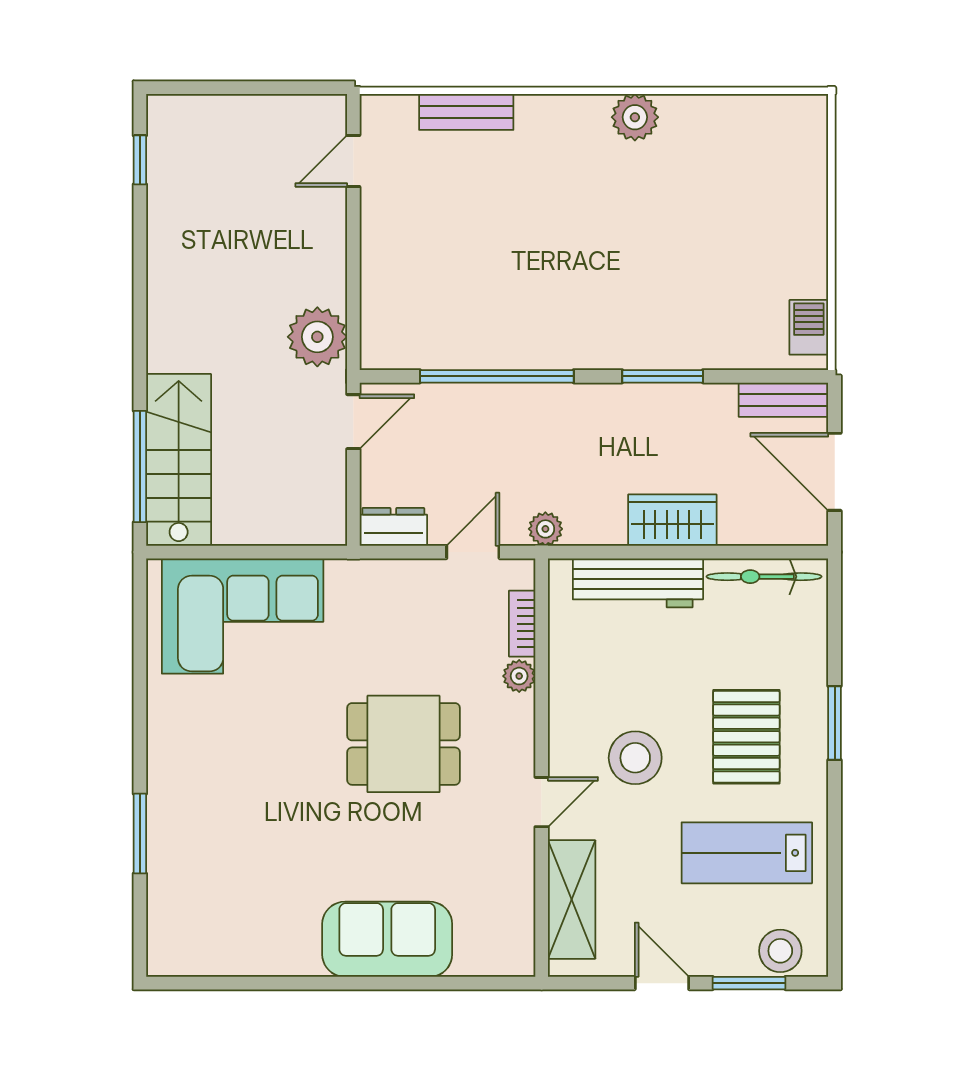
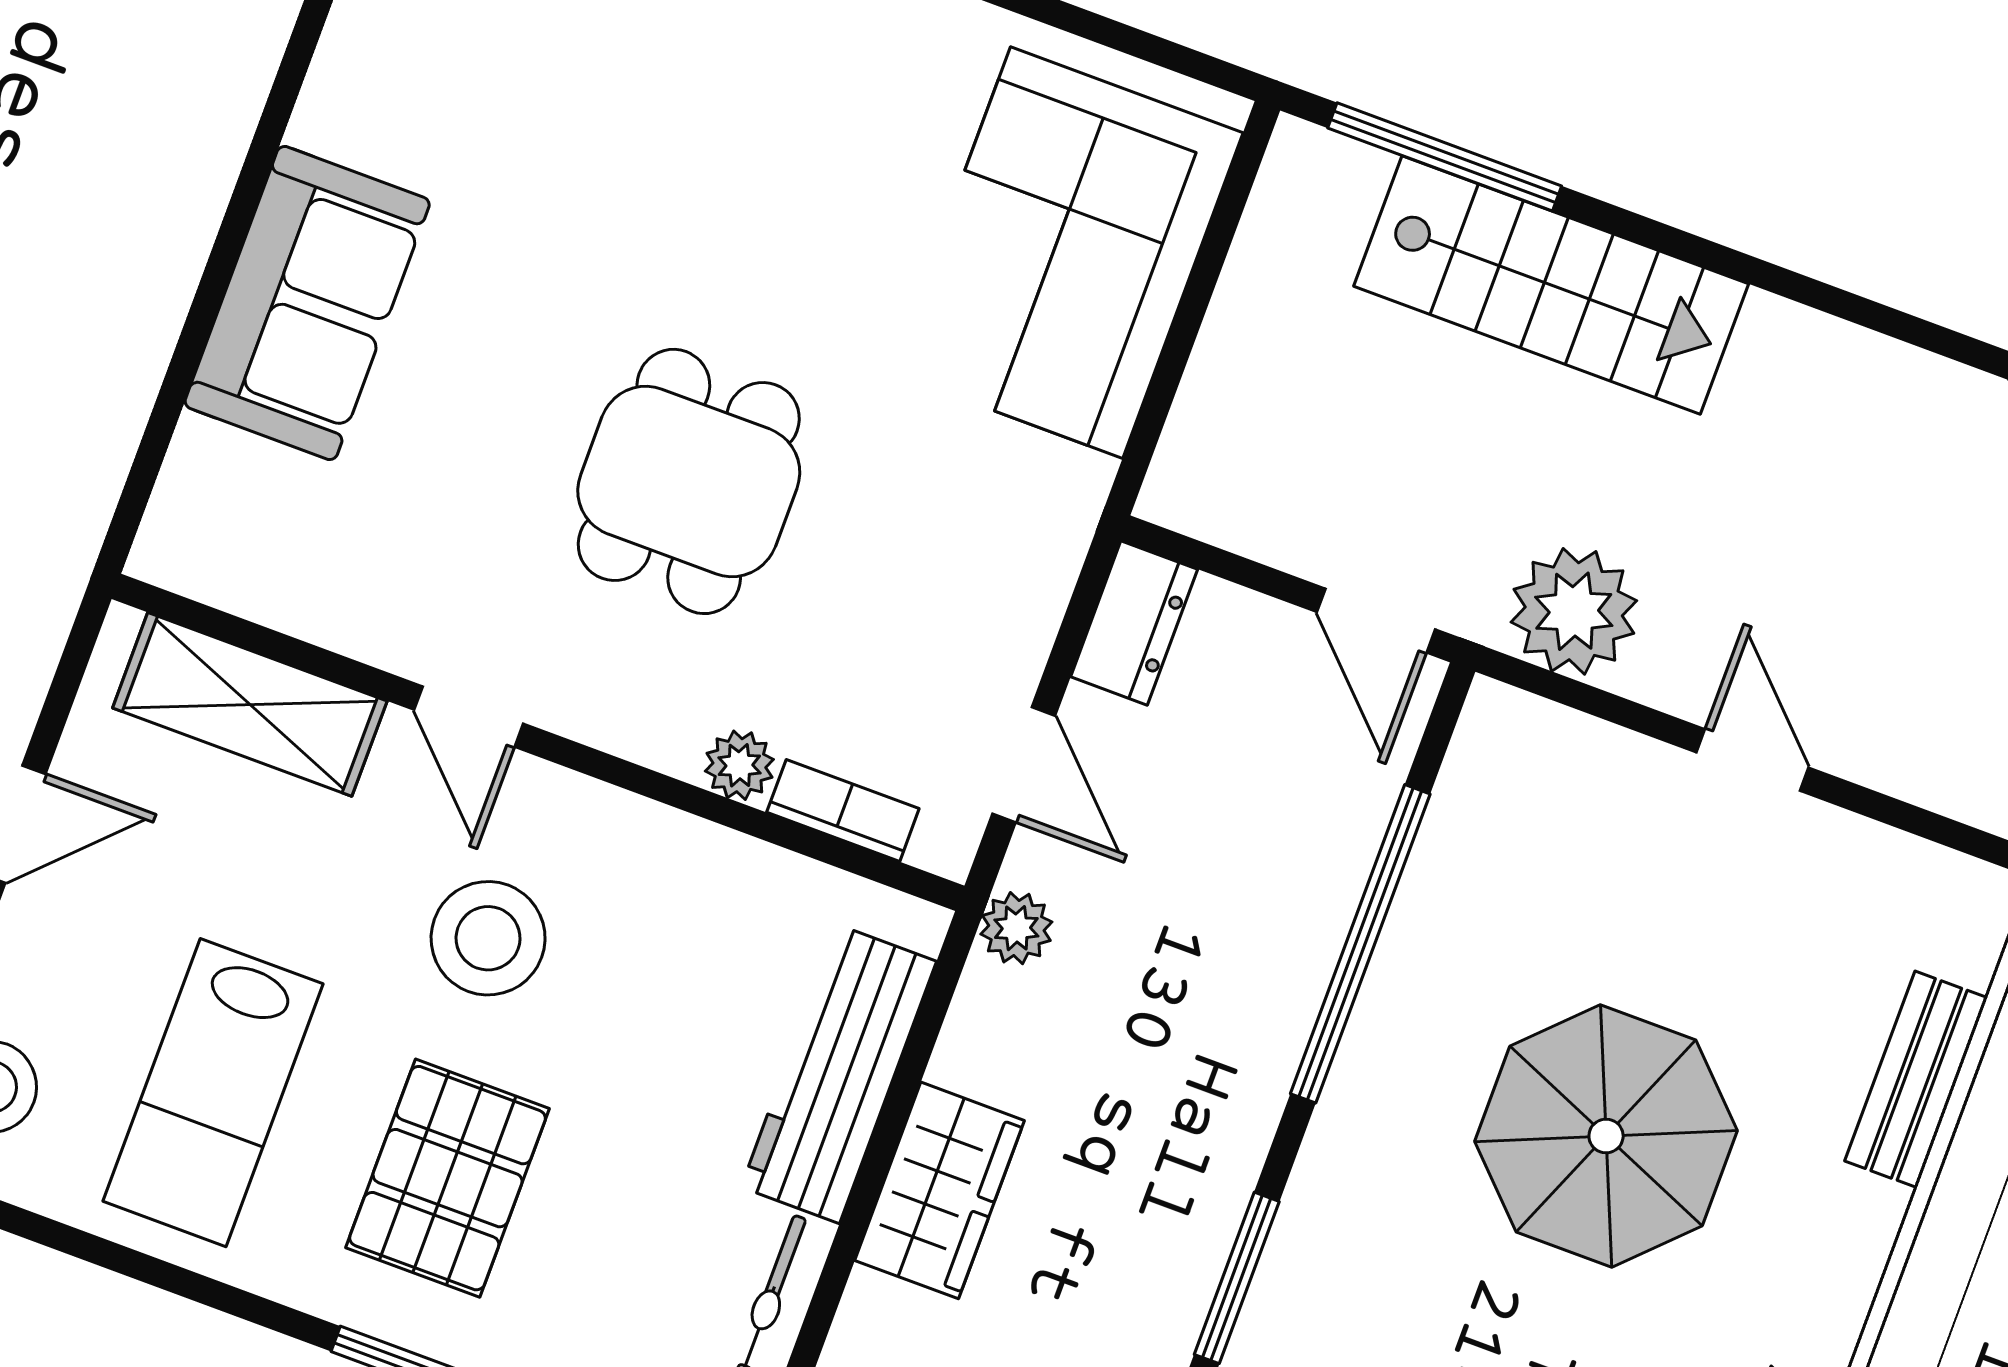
door: (353, 161) -> (1753, 760), moved
parasol: (541, 238) -> (1606, 1136), added
stairs: (179, 460) -> (1551, 285), moved
pallet: (746, 737) -> (448, 1178), turned 90
lab bench: (747, 853) -> (213, 1093), turned 180

